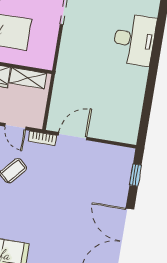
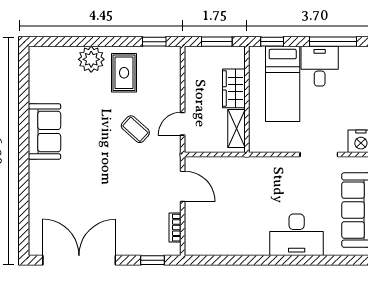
bookcase: (42, 138) -> (175, 228), moved

